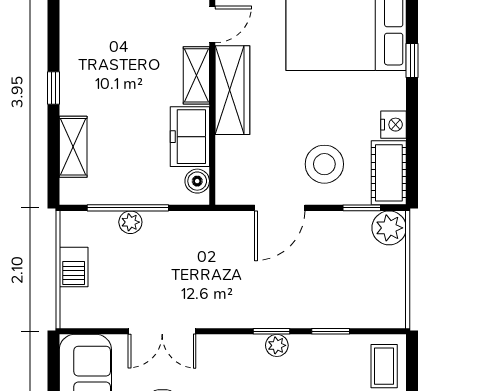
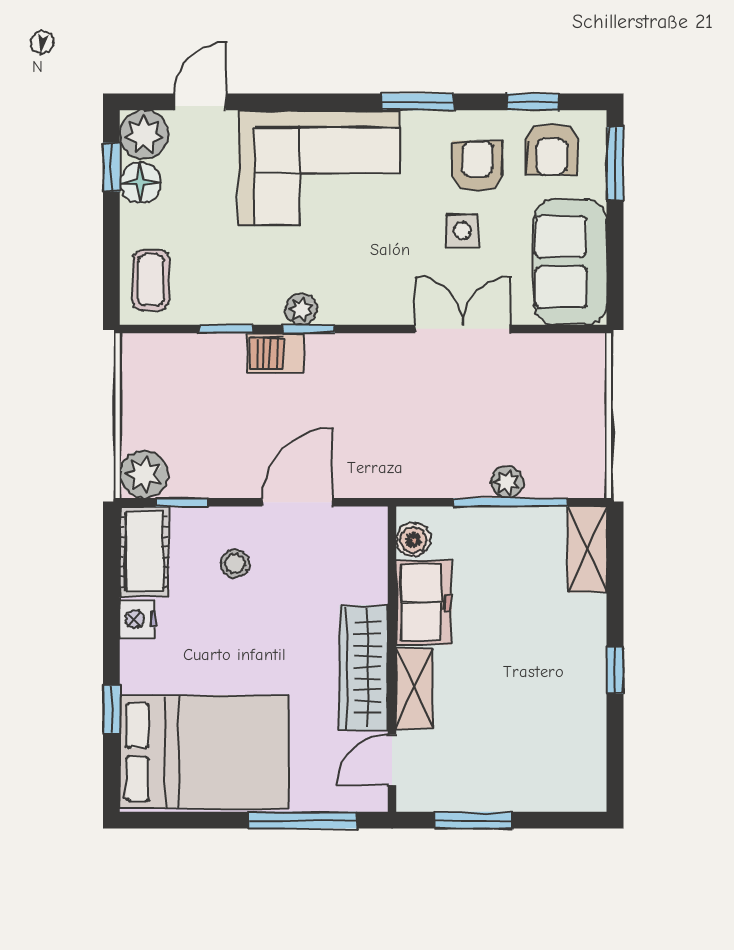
shelving: (73, 147) -> (587, 549), moved
stool: (324, 164) -> (235, 564), width x0.53, depth x0.53
barbecue: (74, 267) -> (275, 353), moved, turned -90

